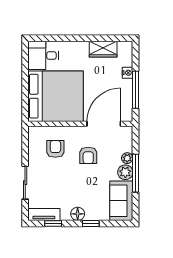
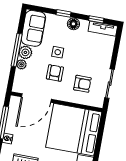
armchair: (55, 149) -> (82, 84), turned -90
side table: (89, 179) -> (58, 52), added
sliding door: (25, 183) -> (110, 84), moved

